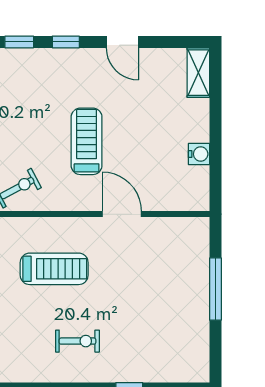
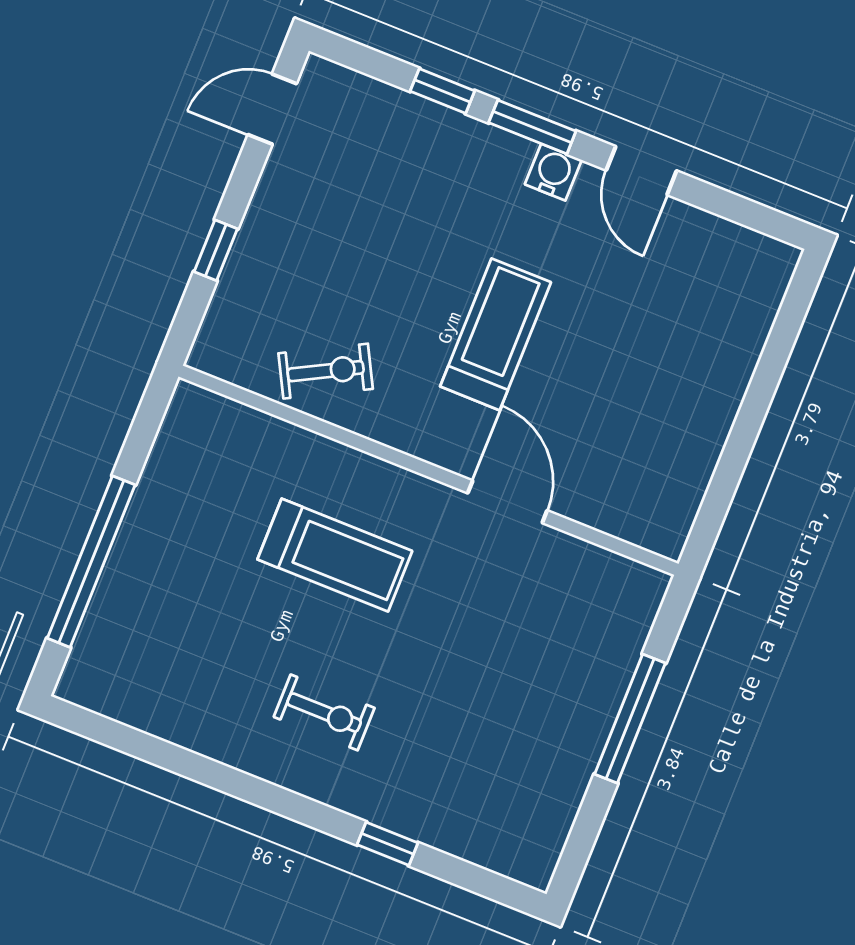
window: (66, 42) -> (532, 127), width x1.50
shelving: (198, 73) -> (764, 288), removed
water cooler: (199, 154) -> (553, 172), moved, turned -90

